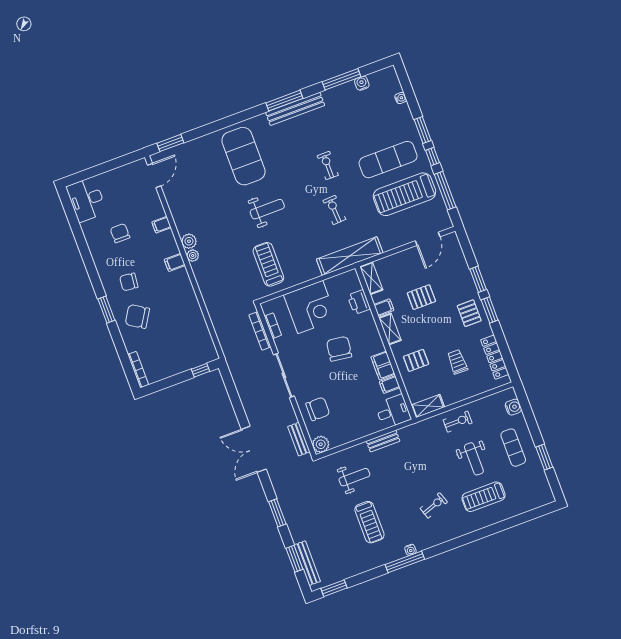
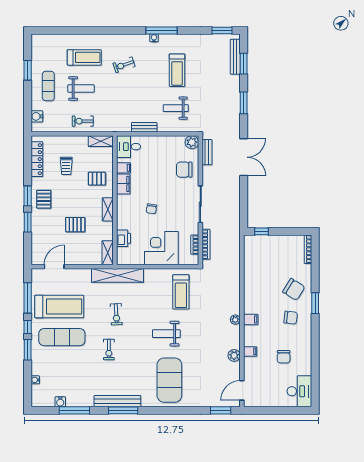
plant: (189, 241) -> (234, 355), moved
filing cabinet: (384, 308) -> (106, 227), removed
chair: (339, 349) -> (151, 209), width x0.54, depth x0.54
weight bench: (474, 459) -> (81, 88), turned 90
treadmill: (369, 522) -> (177, 70), turned 180

